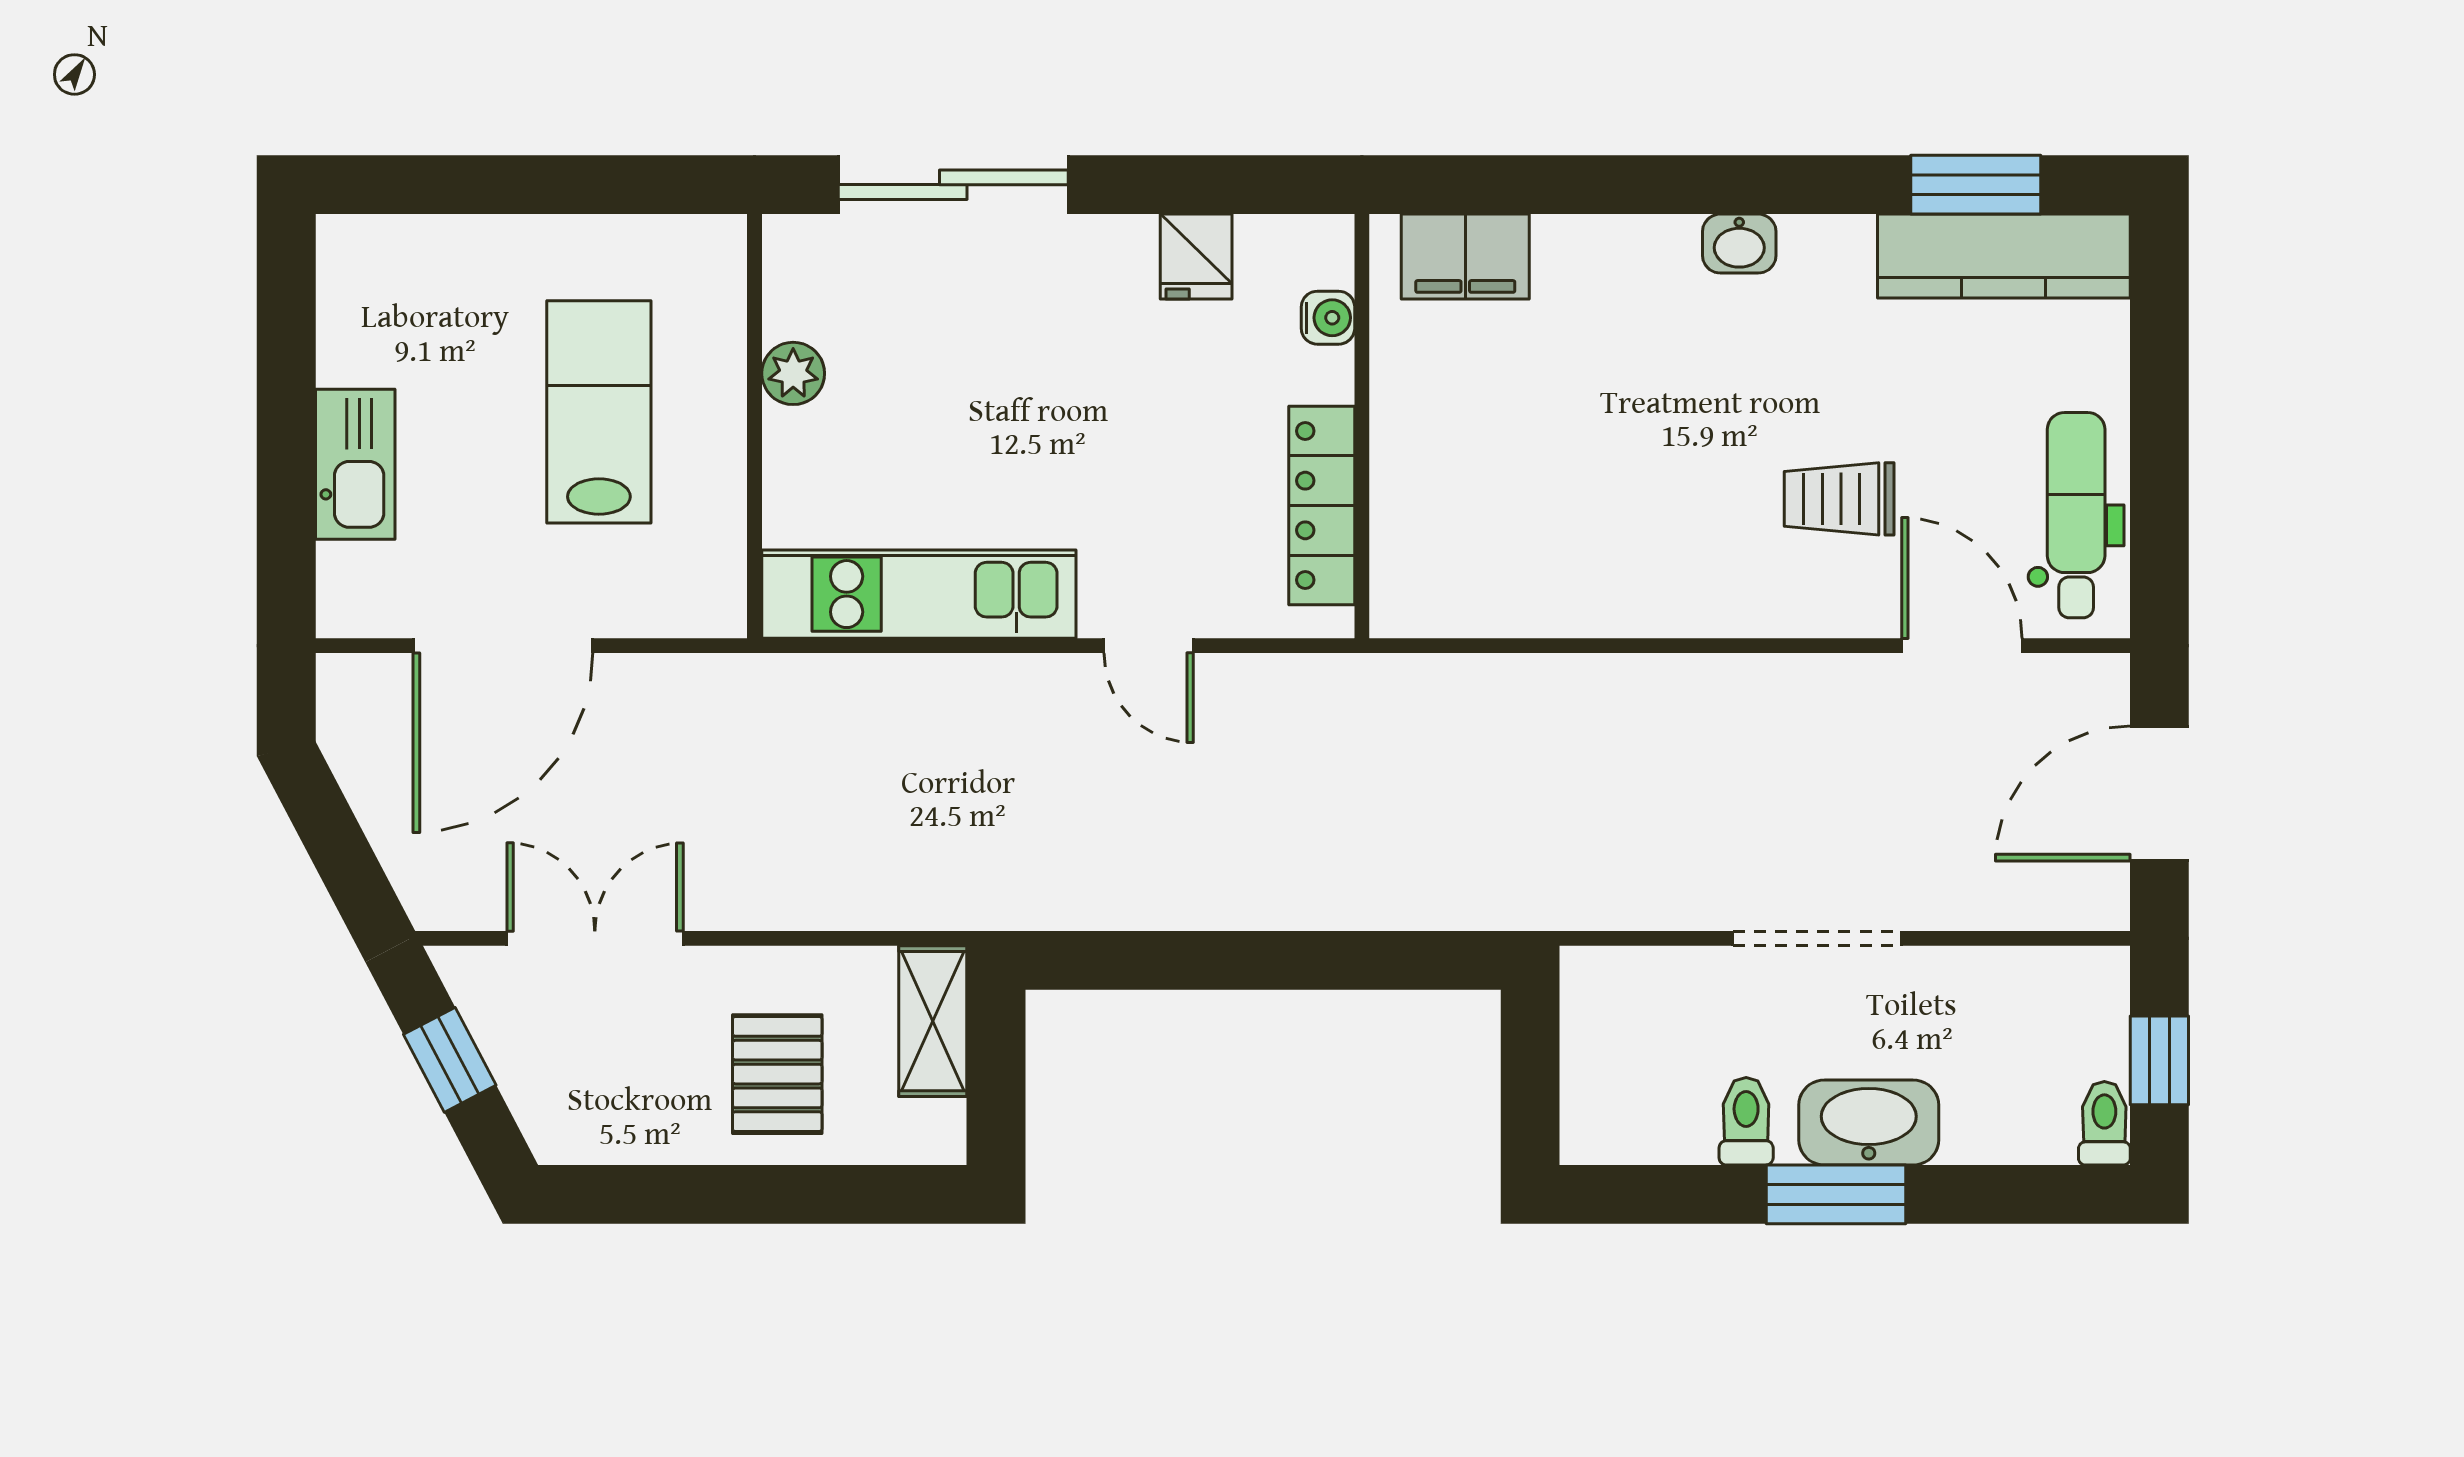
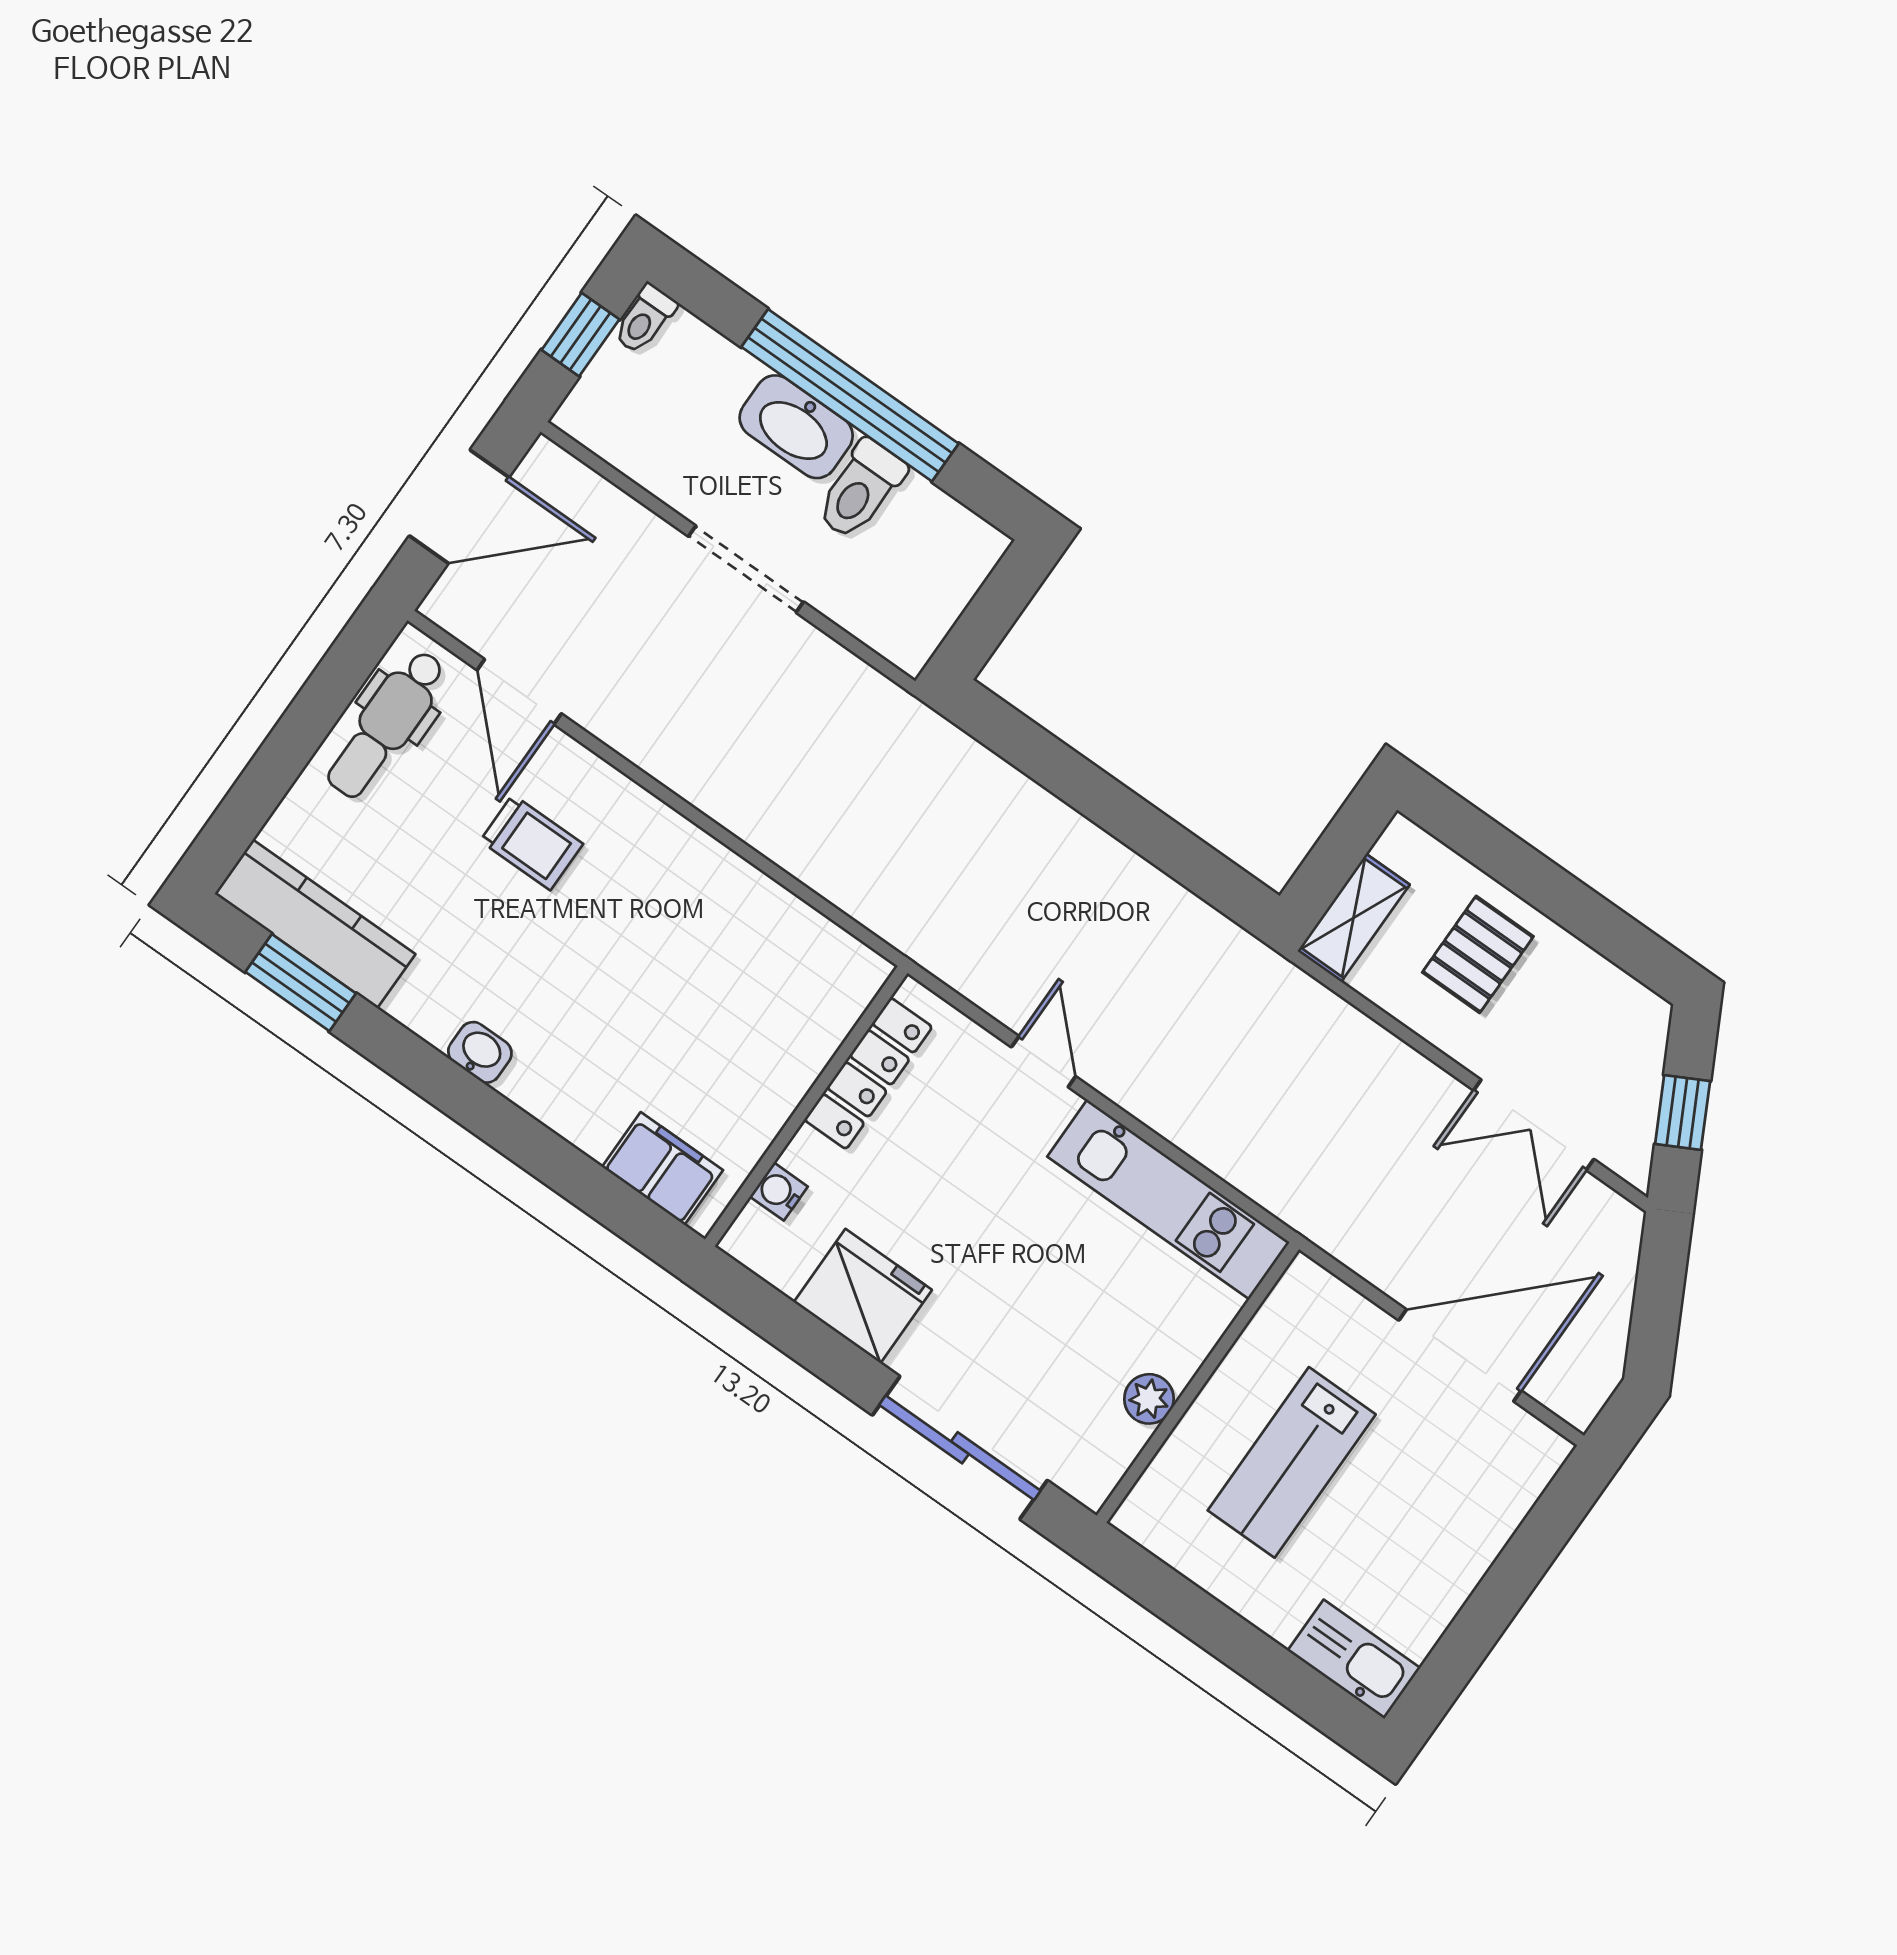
fridge: (1196, 256) -> (863, 1296), width x1.88, depth x1.34
kitchen sink: (355, 464) -> (1354, 1659), moved, turned 90
toilet: (1746, 1121) -> (861, 490), width x1.37, depth x1.39
window: (1836, 1194) -> (850, 395), width x2.11

